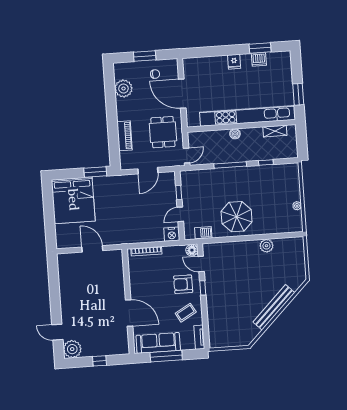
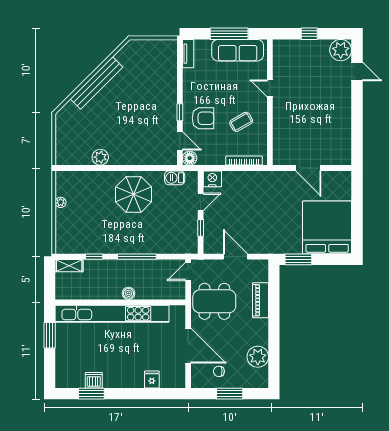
fridge: (234, 62) -> (152, 380), moved
shelving: (275, 131) -> (69, 266), moved
dining table: (163, 132) -> (214, 301), width x1.38
door: (148, 171) -> (236, 257), hinge flipped
door: (129, 313) -> (270, 88), width x0.53
coffee table: (186, 313) -> (241, 122), moved

